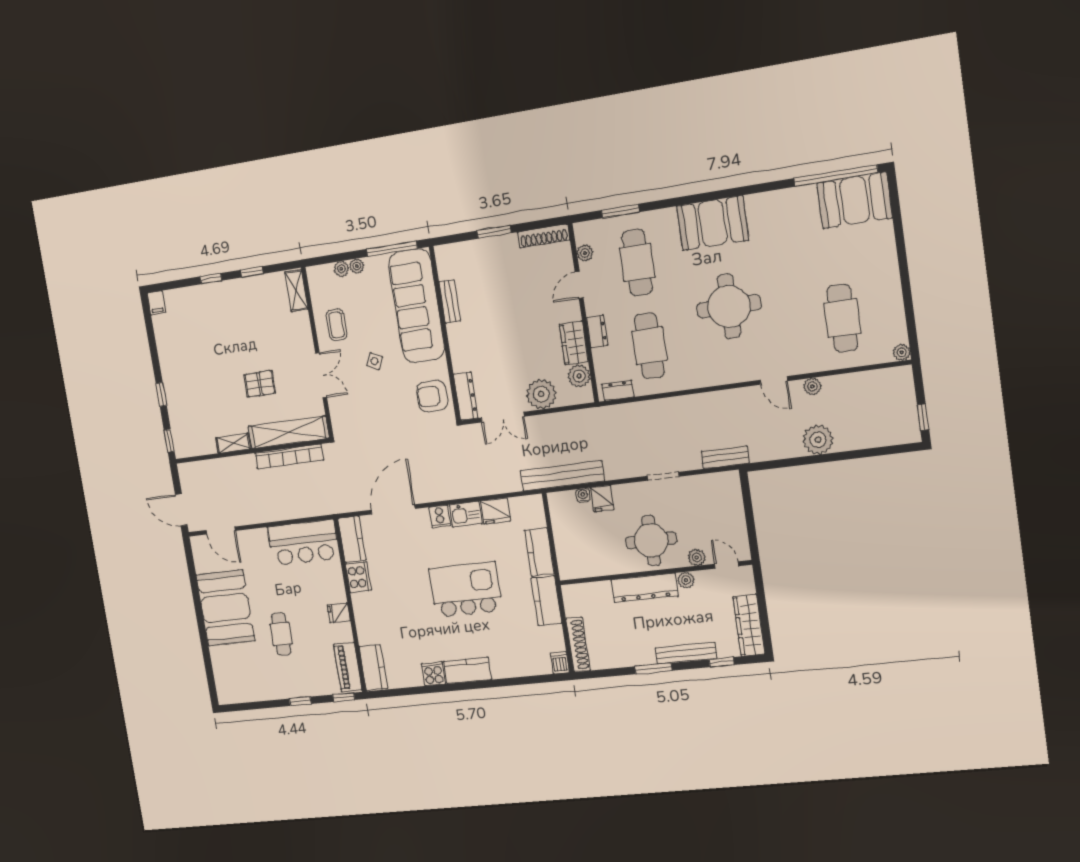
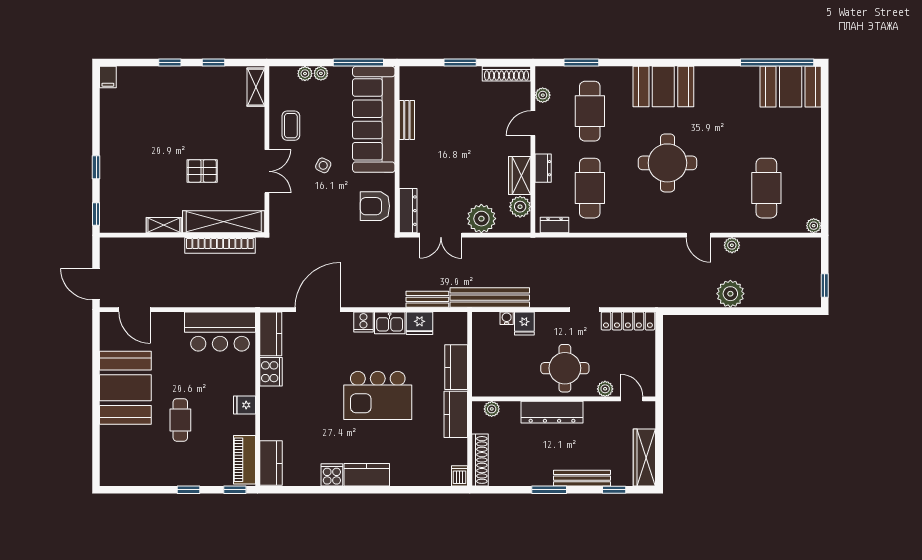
bench: (725, 457) -> (427, 299), moved
locker: (711, 483) -> (628, 321), added
plant: (686, 580) -> (492, 409), moved
kitchen island: (466, 590) -> (378, 395), turned 180

